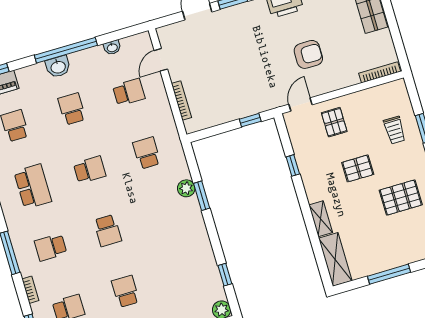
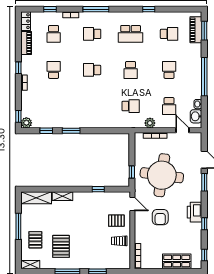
washbasin: (58, 67) -> (196, 116), moved
round table: (241, 71) -> (162, 175), added
school desk: (72, 109) -> (169, 70), turned -90
trolley: (395, 130) -> (119, 241), moved
pallet: (358, 168) -> (35, 240), moved
plant: (186, 188) -> (150, 123), moved
window: (202, 196) -> (71, 131), moved
school desk: (51, 247) -> (92, 34), turned -90
school desk: (125, 291) -> (54, 70), turned -90

